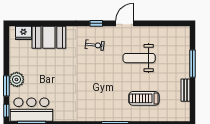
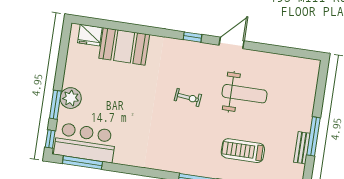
exercise bike: (95, 45) -> (188, 97), moved
weight bench: (139, 58) -> (245, 94), turned 180
window: (192, 64) -> (313, 136), moved

